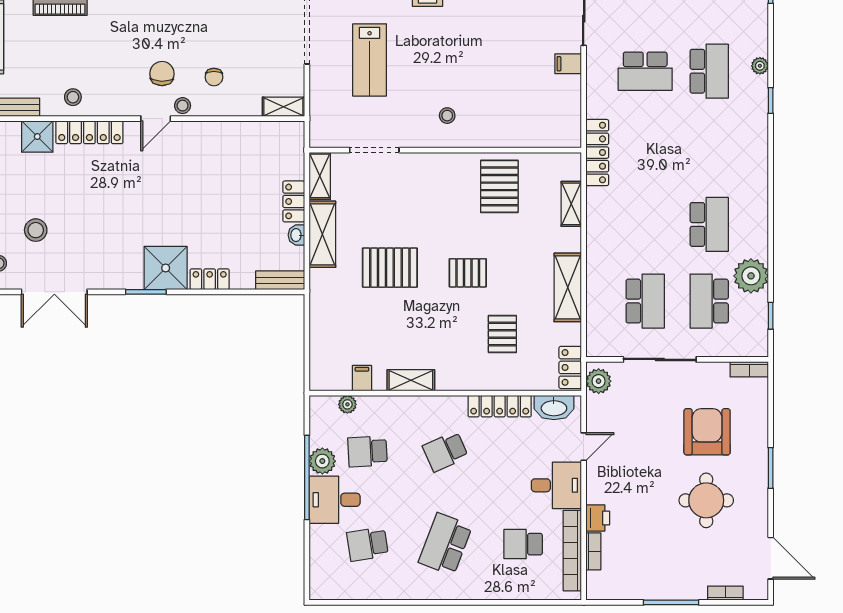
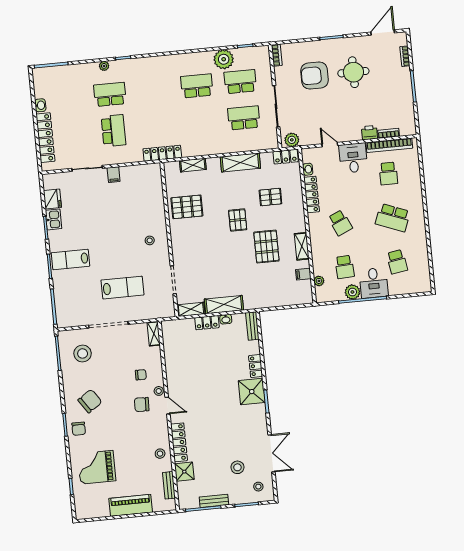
pallet: (390, 268) -> (266, 247), moved
school desk: (709, 301) -> (240, 82), turned 180
washbasin: (554, 408) -> (308, 169), width x0.52, depth x0.69

